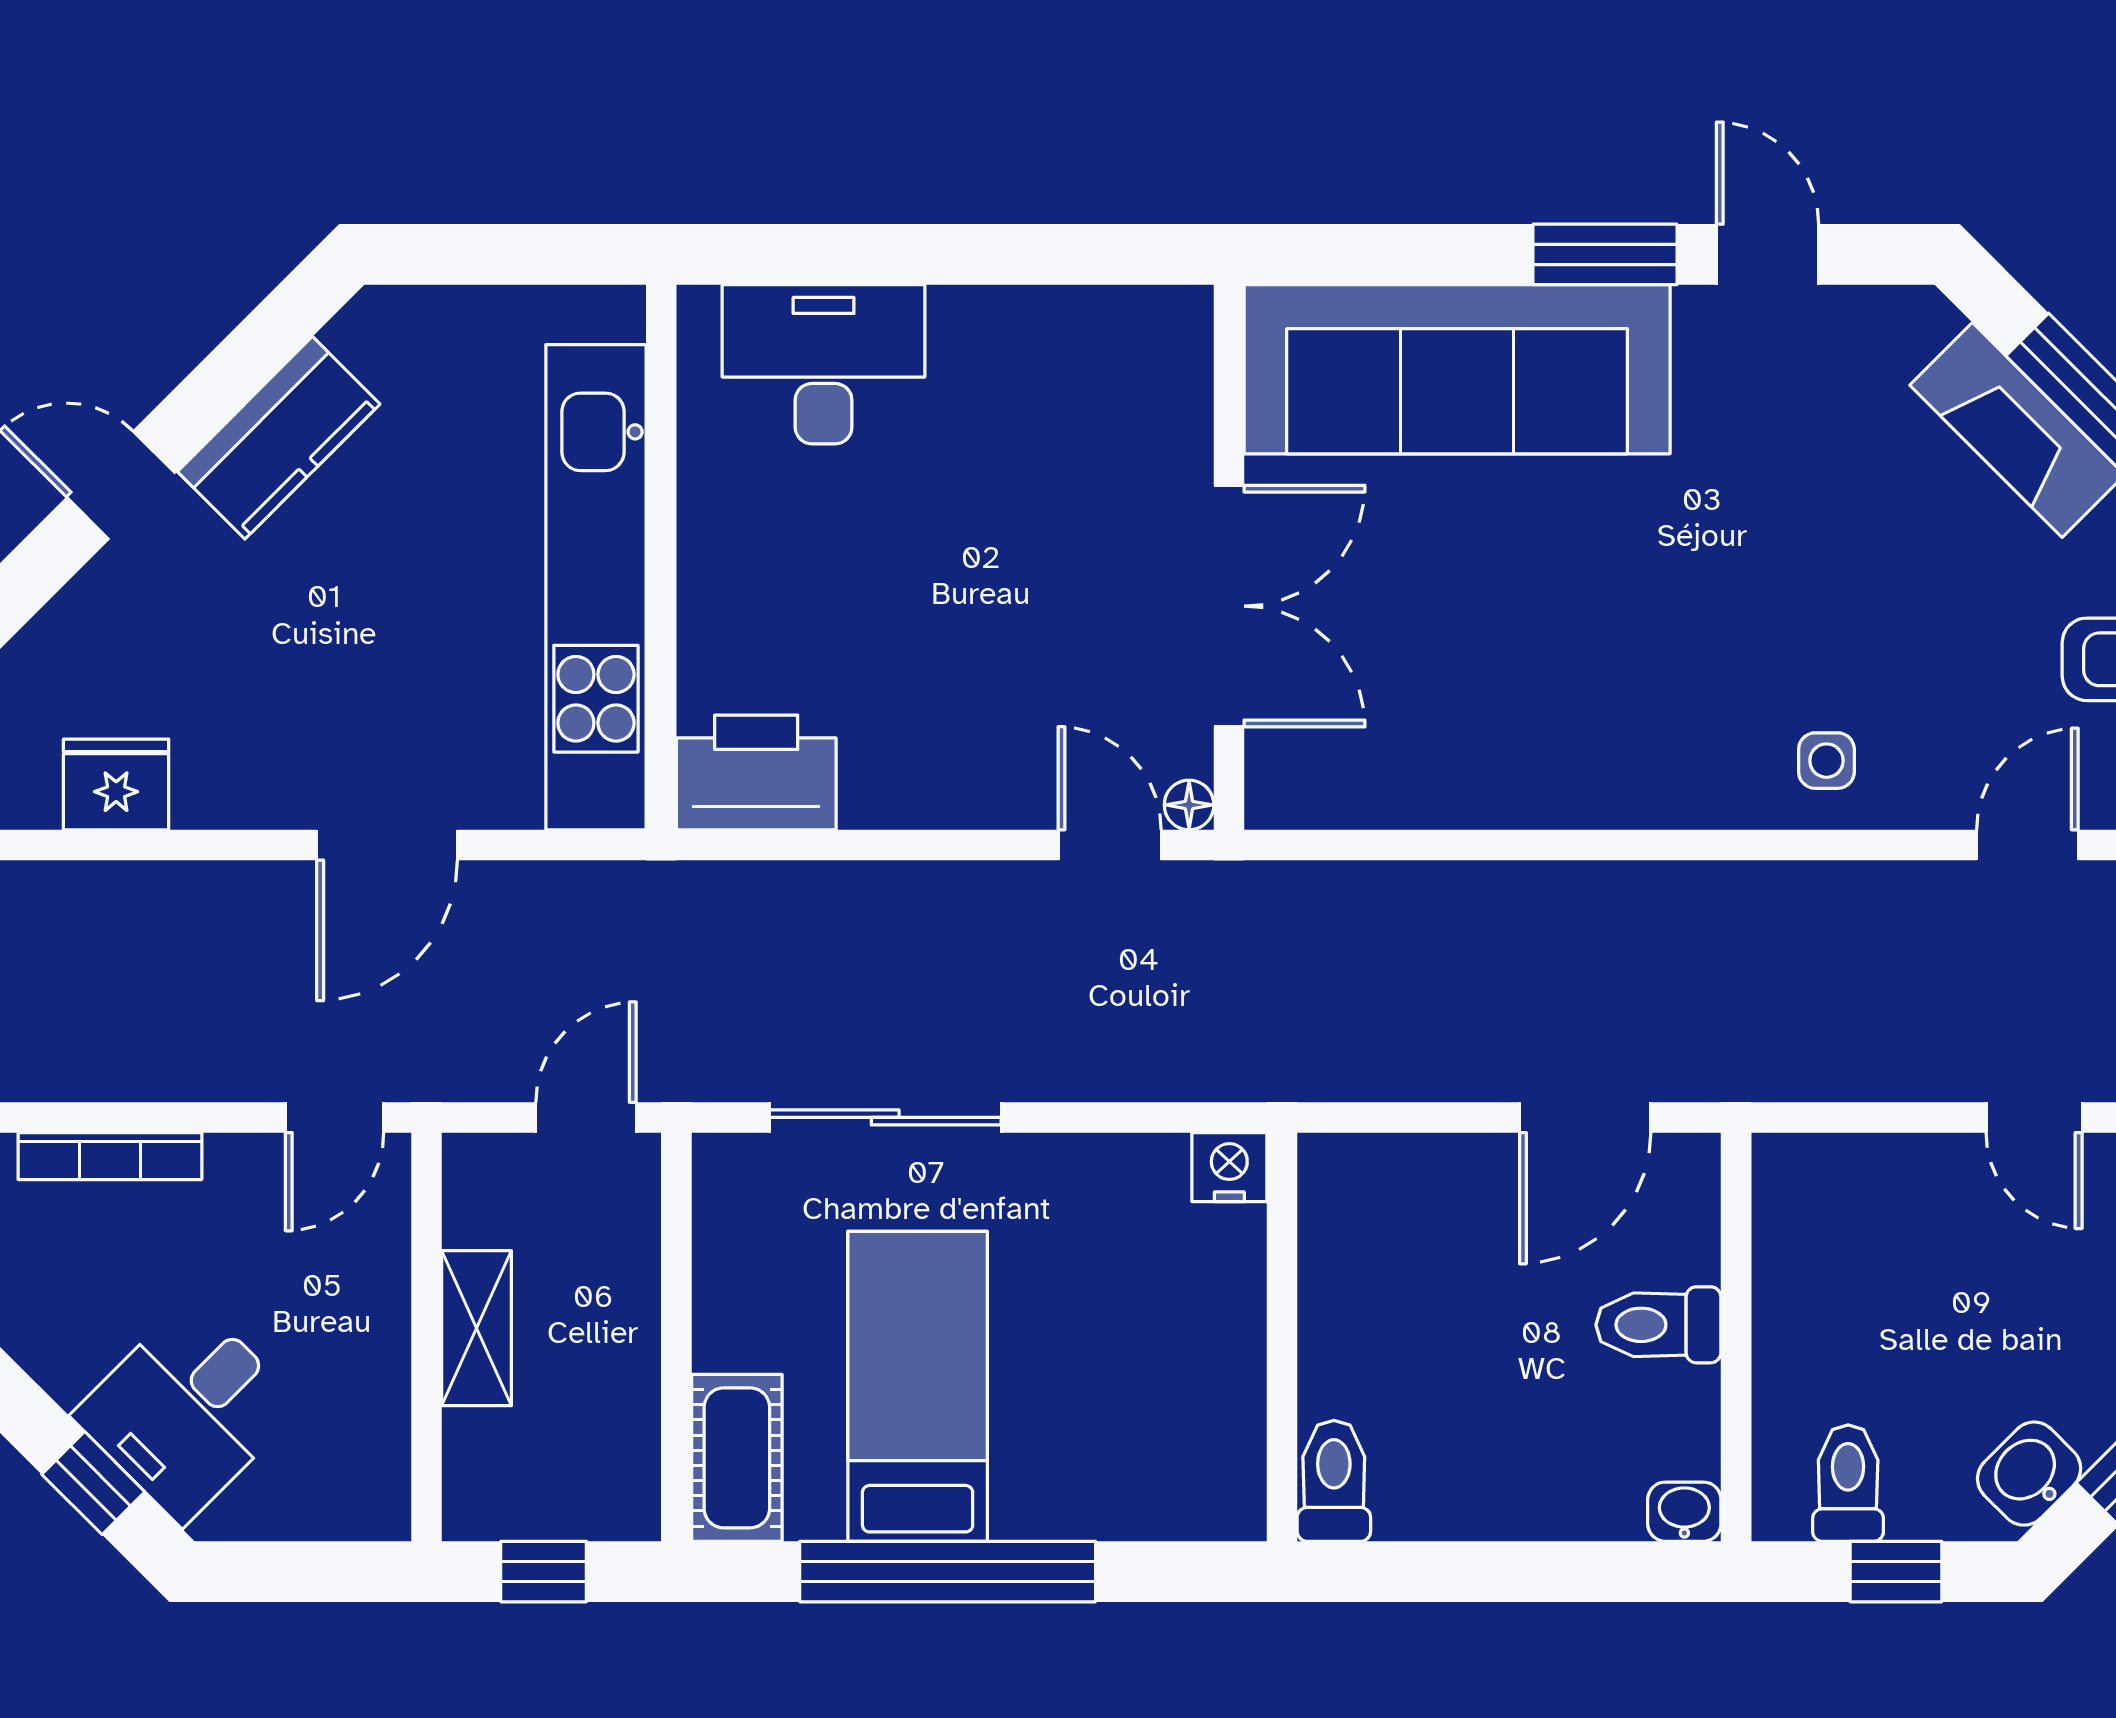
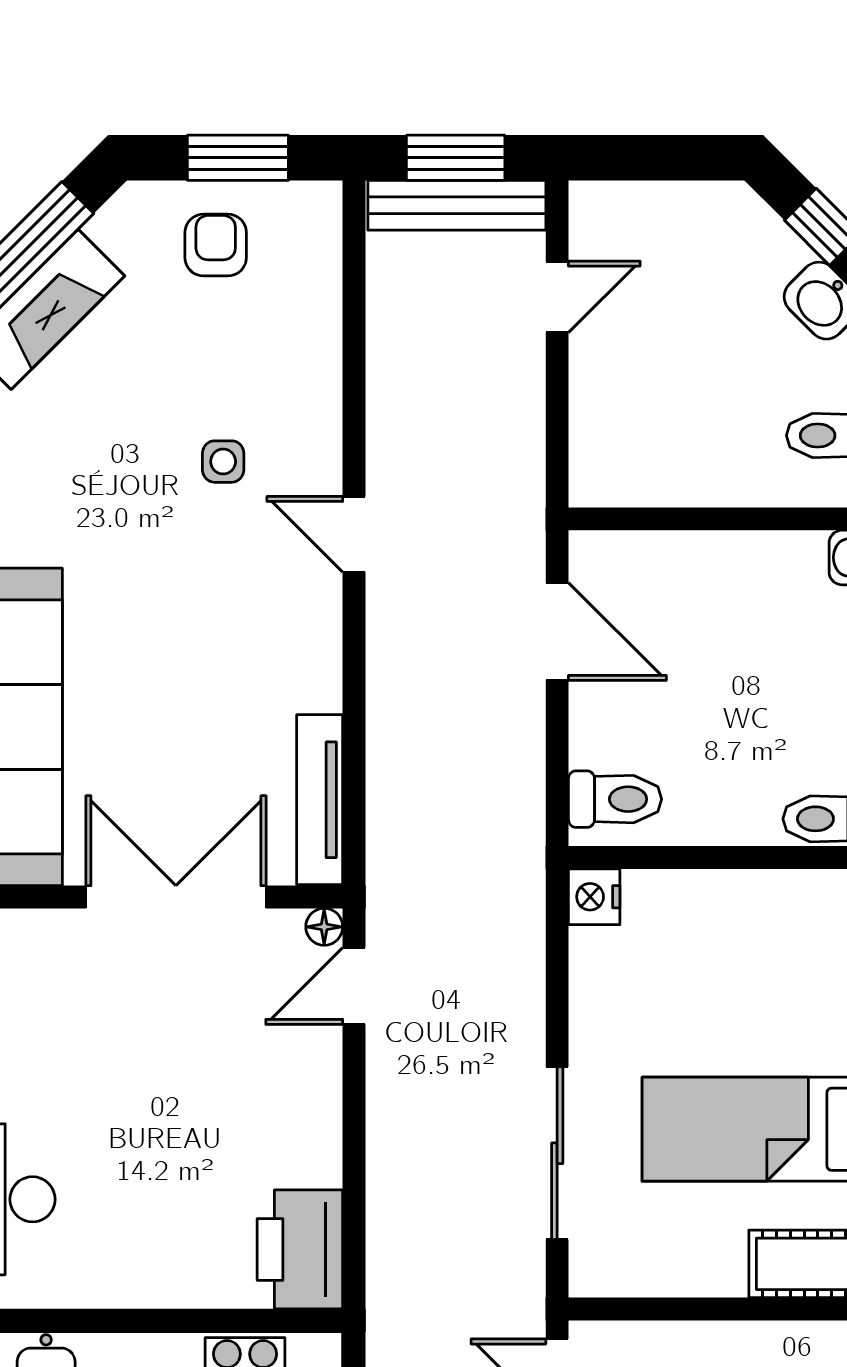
side table: (1826, 761) -> (223, 462), moved
tv unit: (1360, 799) -> (320, 800), added
door: (2027, 845) -> (354, 534), moved
toilet: (1658, 1325) -> (615, 799), moved, turned -90

